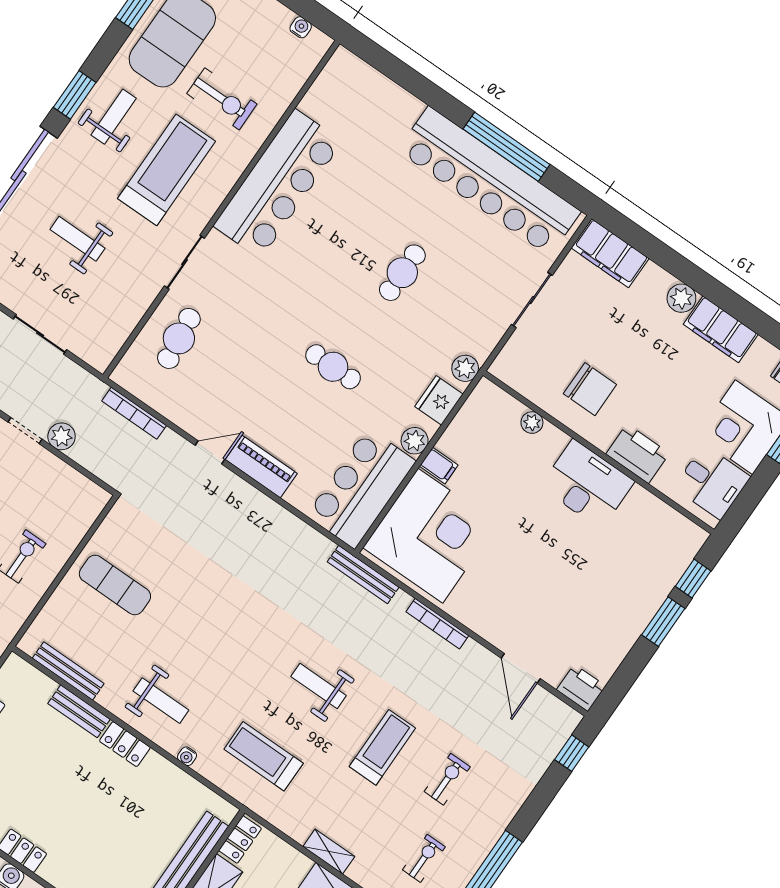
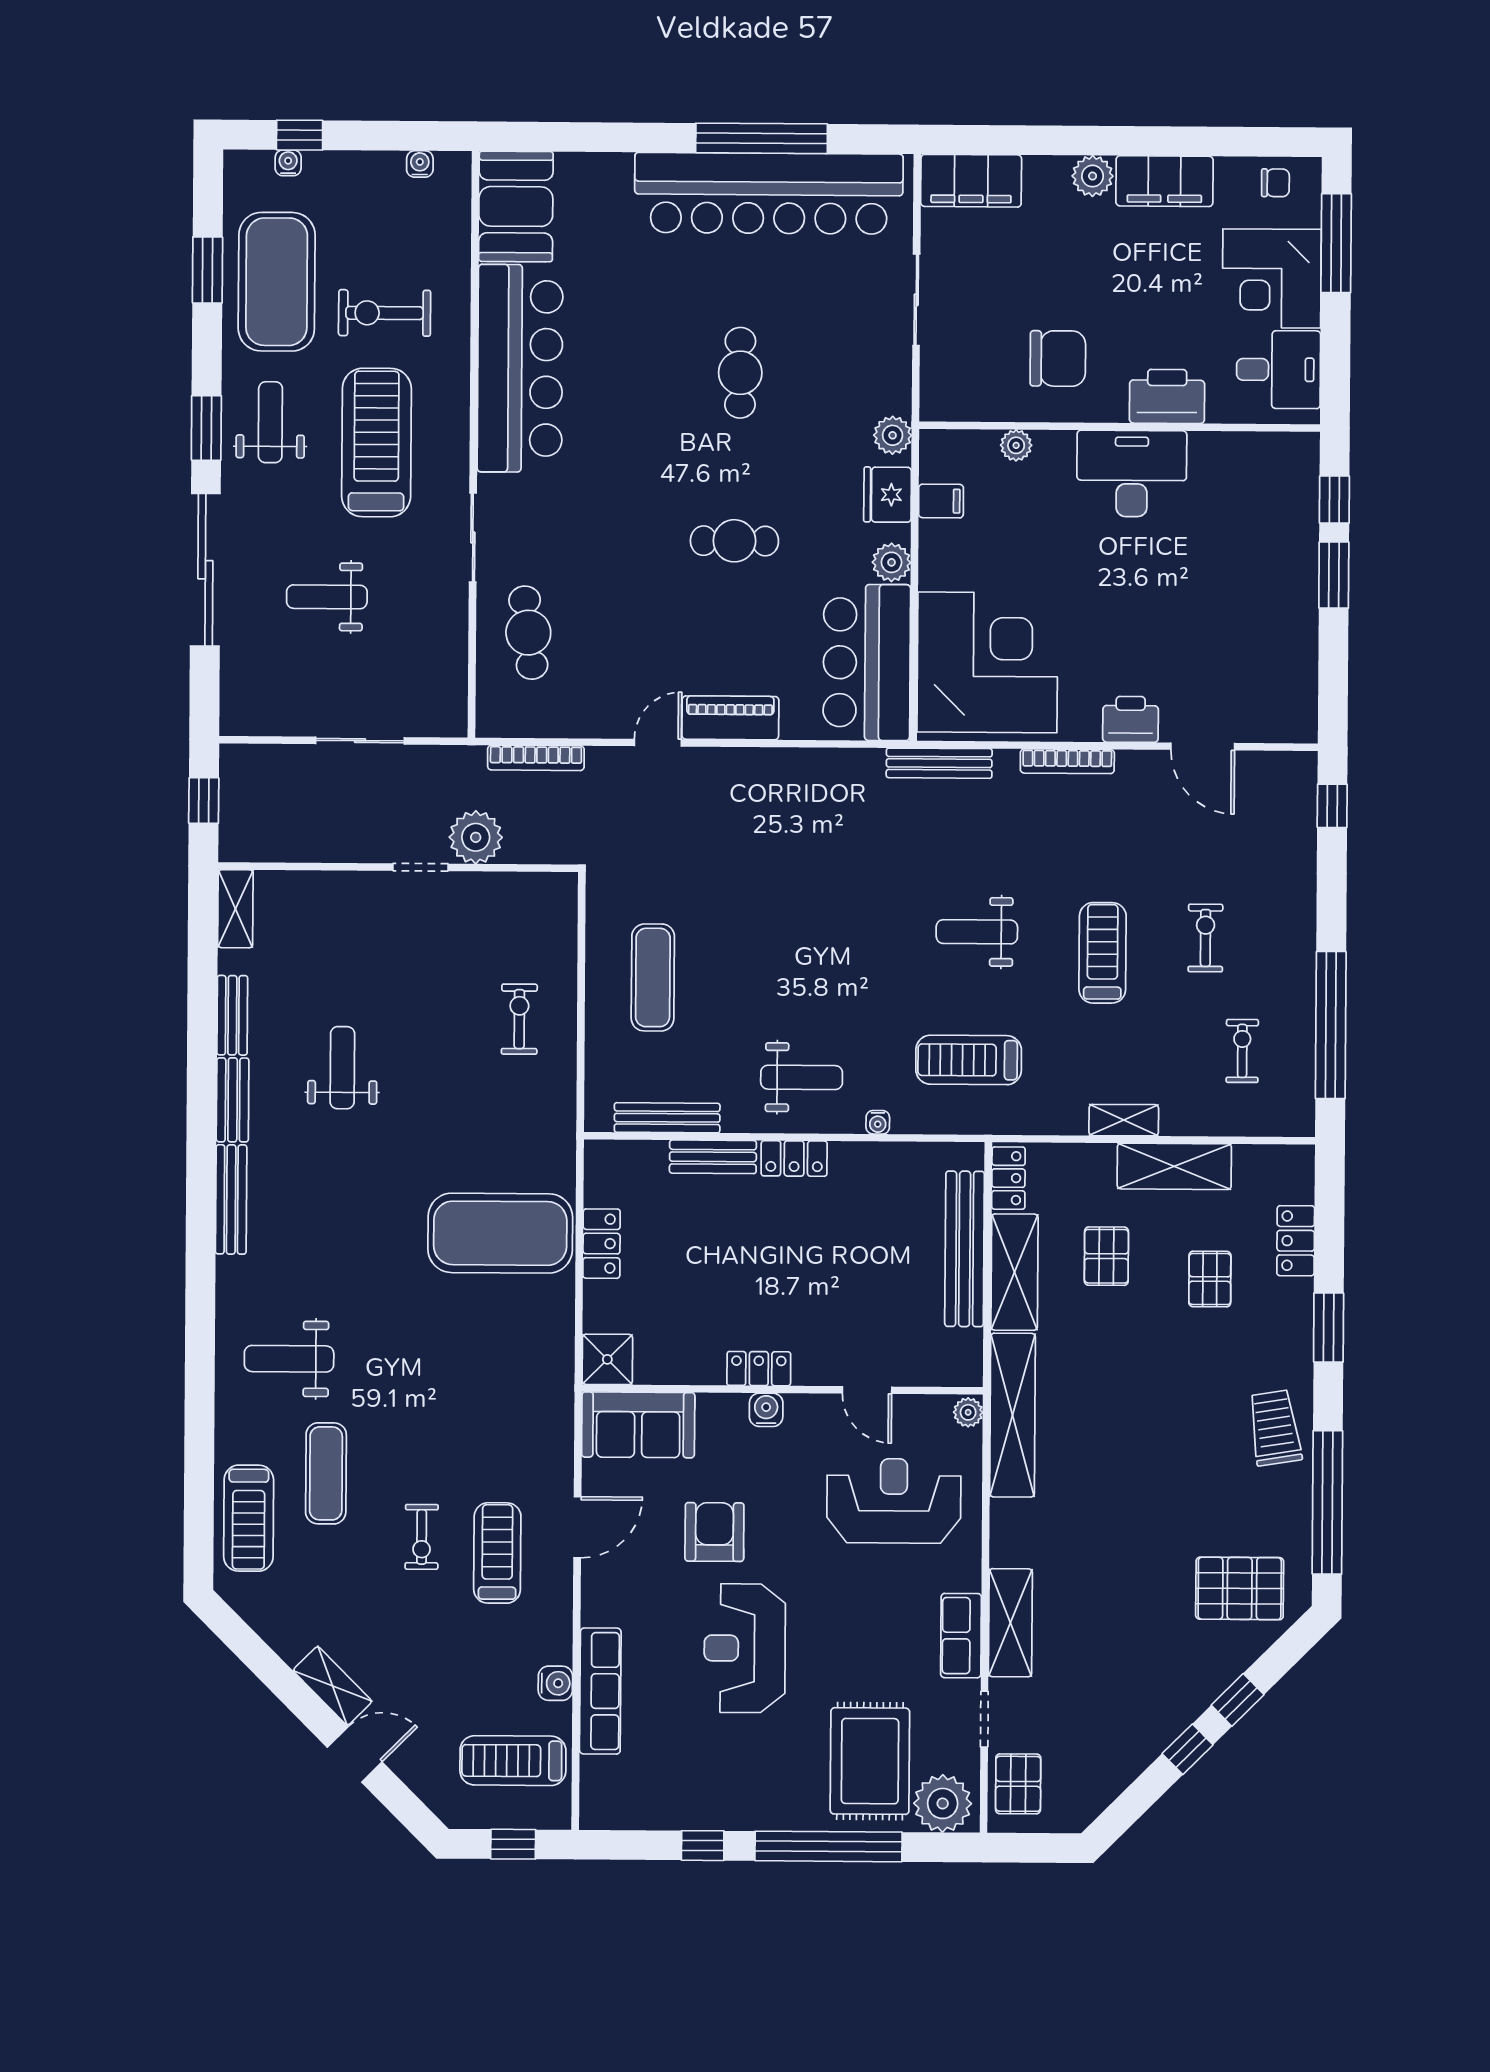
booth: (339, 89) -> (516, 206), added
exercise bike: (222, 99) -> (385, 313), turned 180
plant: (62, 436) -> (476, 837), width x1.36, depth x1.36
filing cabinet: (439, 466) -> (941, 501), moved
exercise mat: (115, 585) -> (653, 977), turned 90
printer: (581, 688) -> (1131, 719), moved

